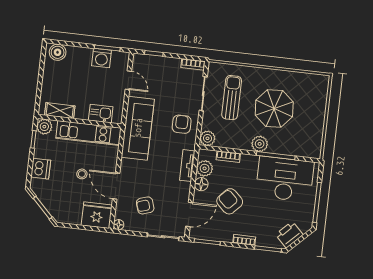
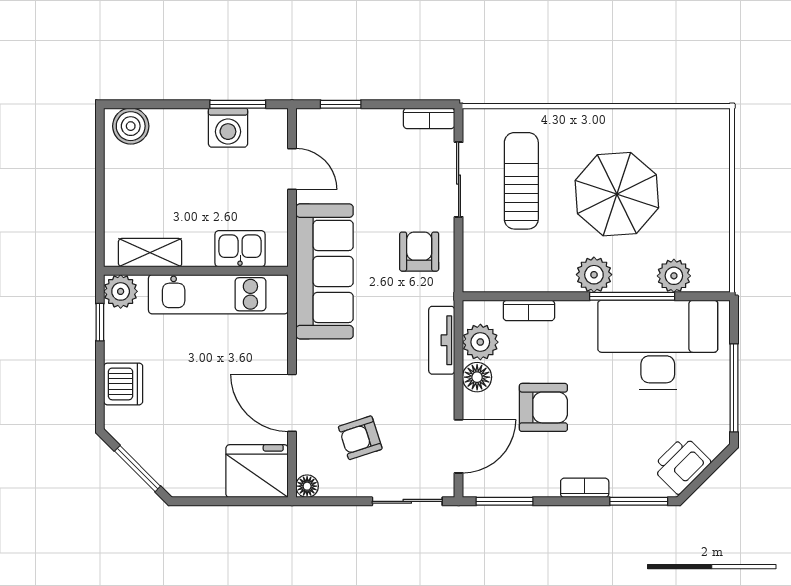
plant: (207, 138) -> (674, 276), moved
stool: (82, 174) -> (214, 385), removed
armchair: (230, 201) -> (543, 407), turned 137

